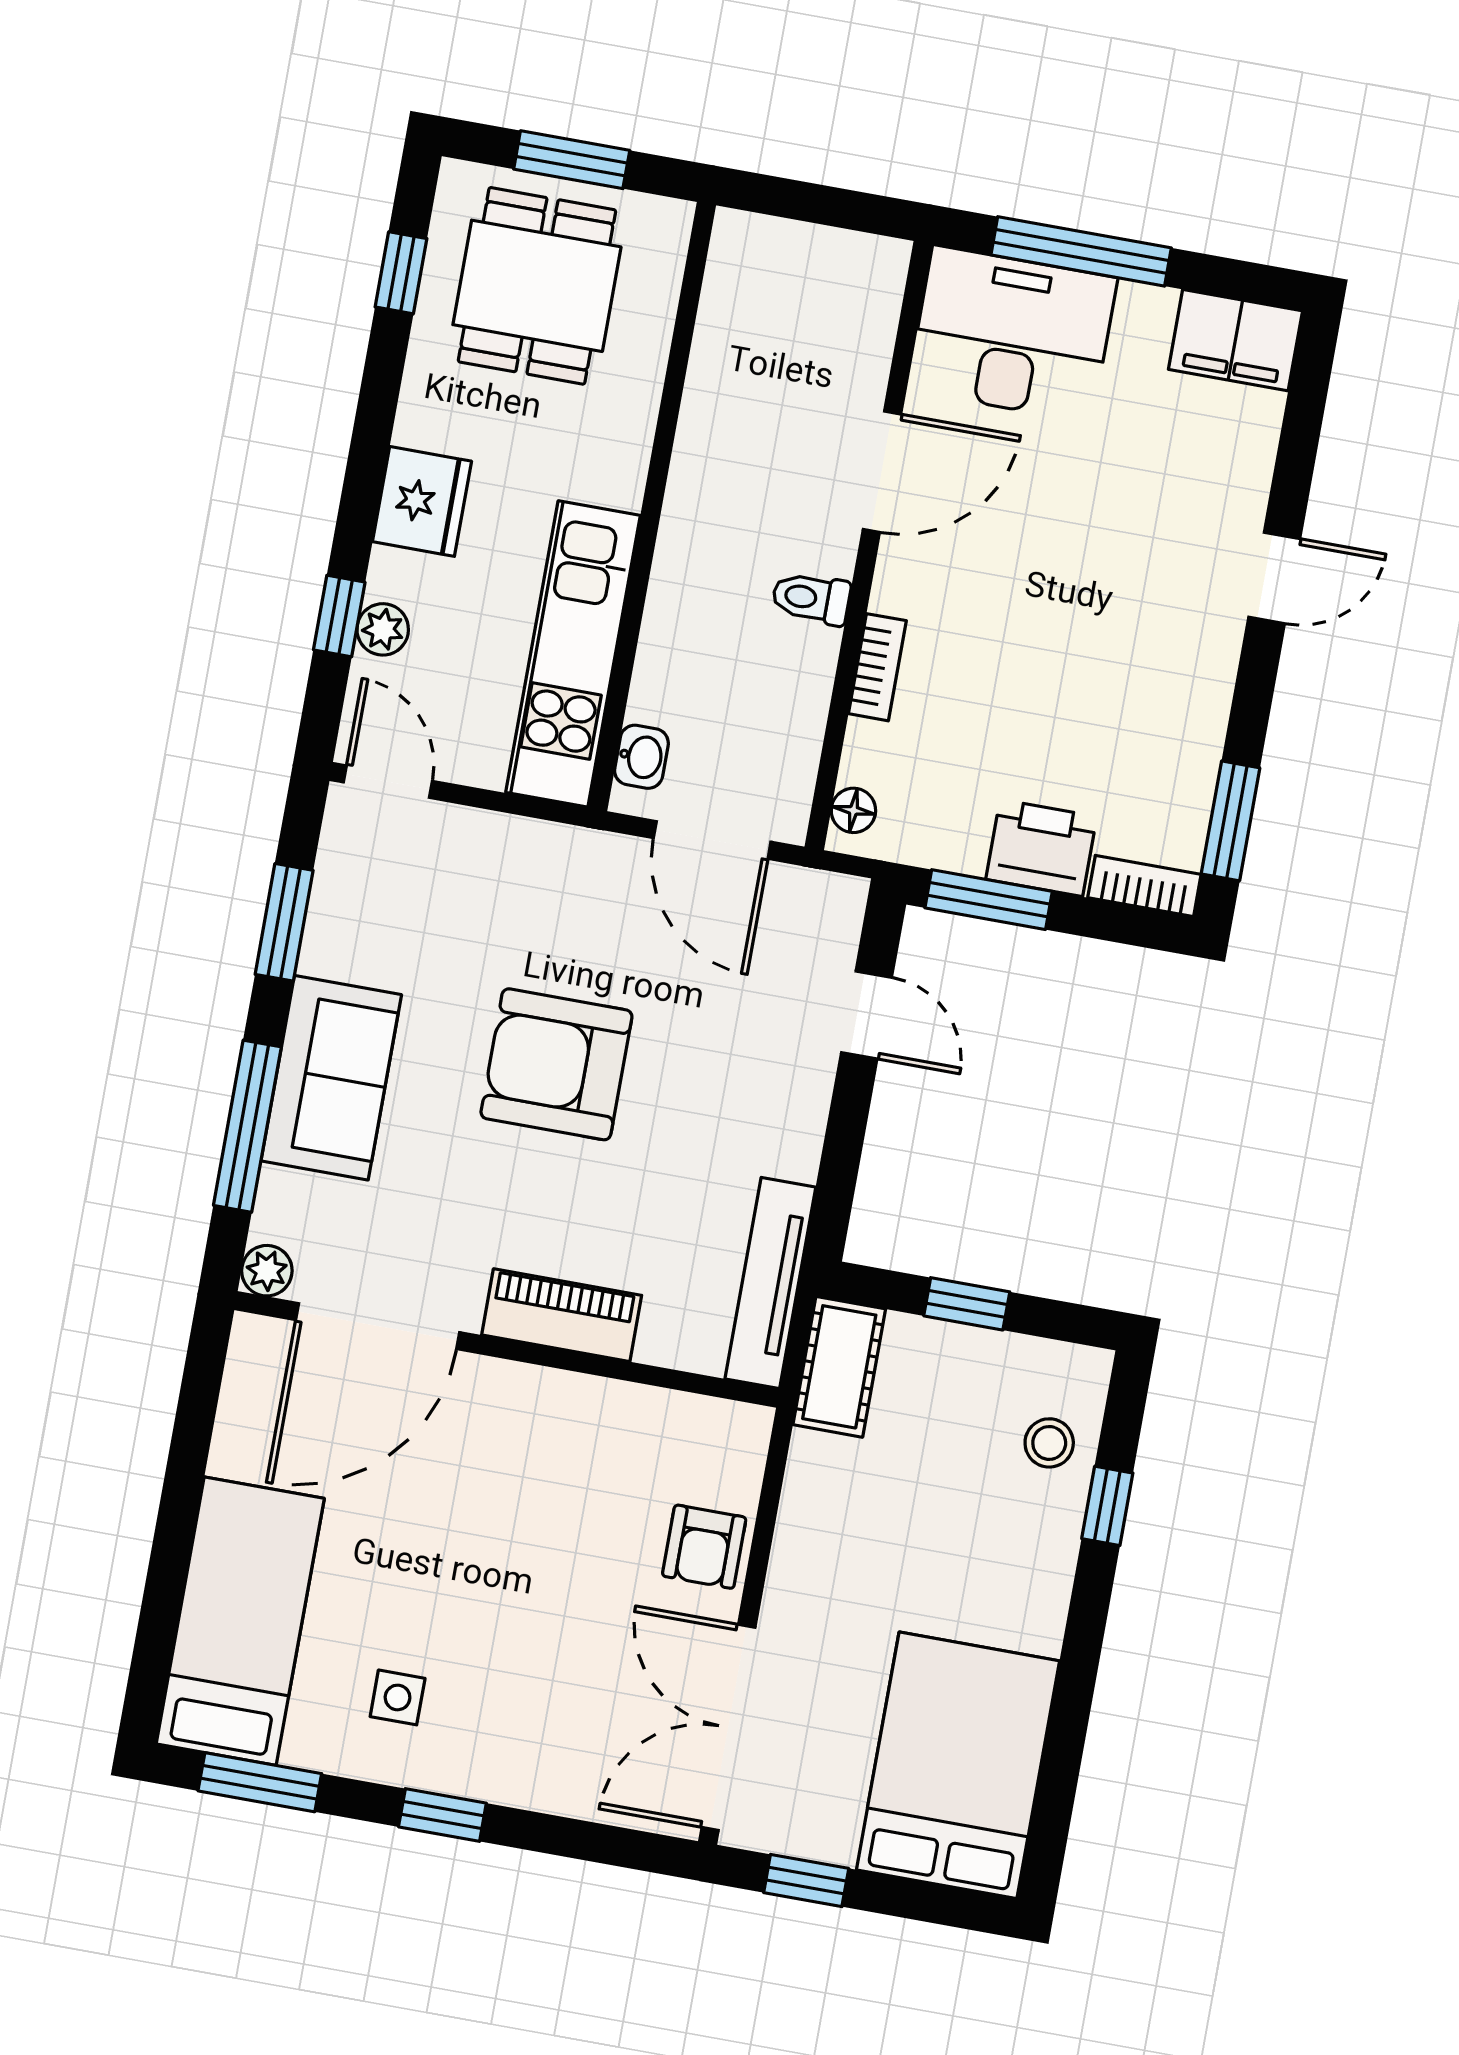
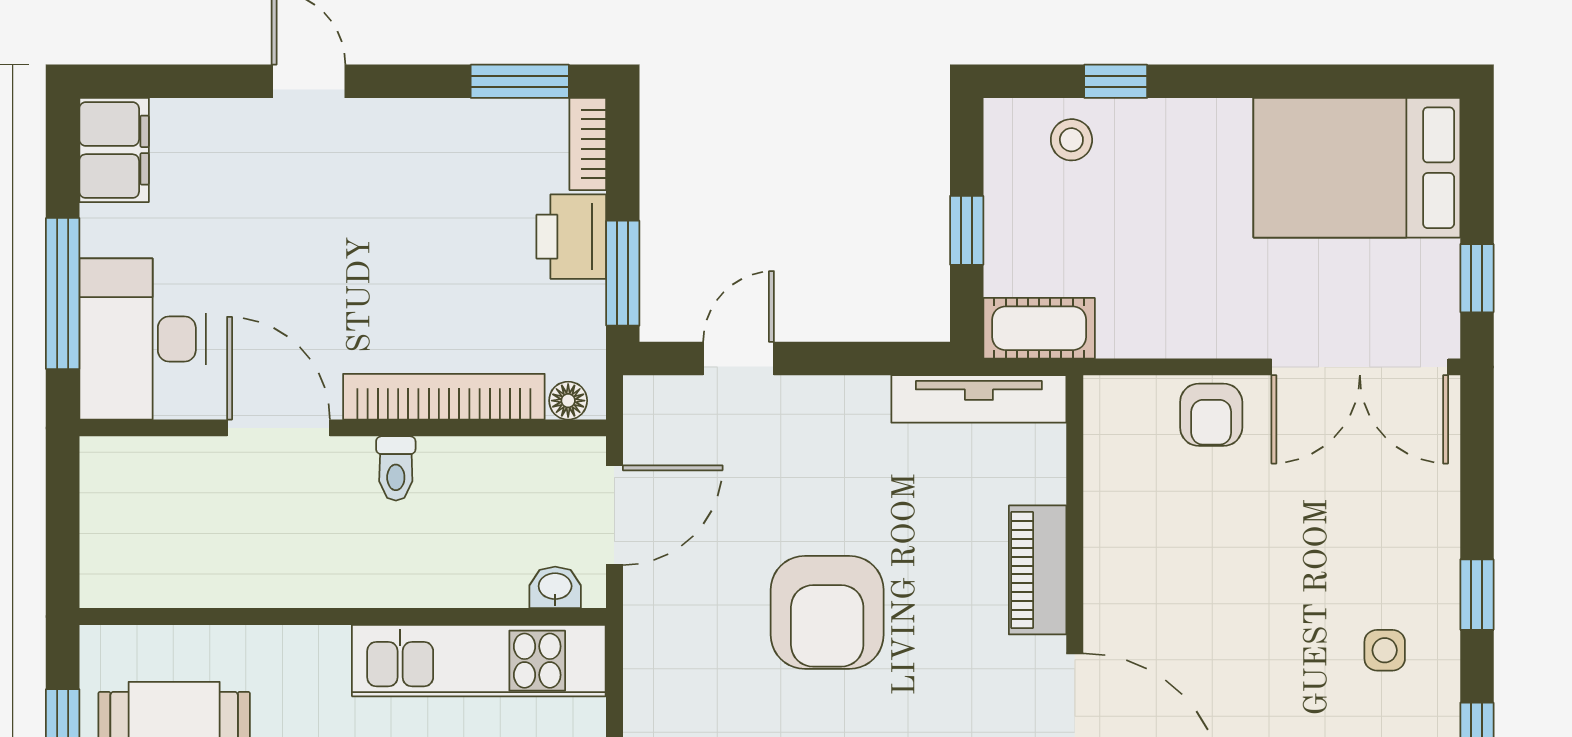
bookcase: (877, 667) -> (444, 397), width x2.31, depth x1.31
armchair: (704, 1547) -> (1211, 415), turned 90

